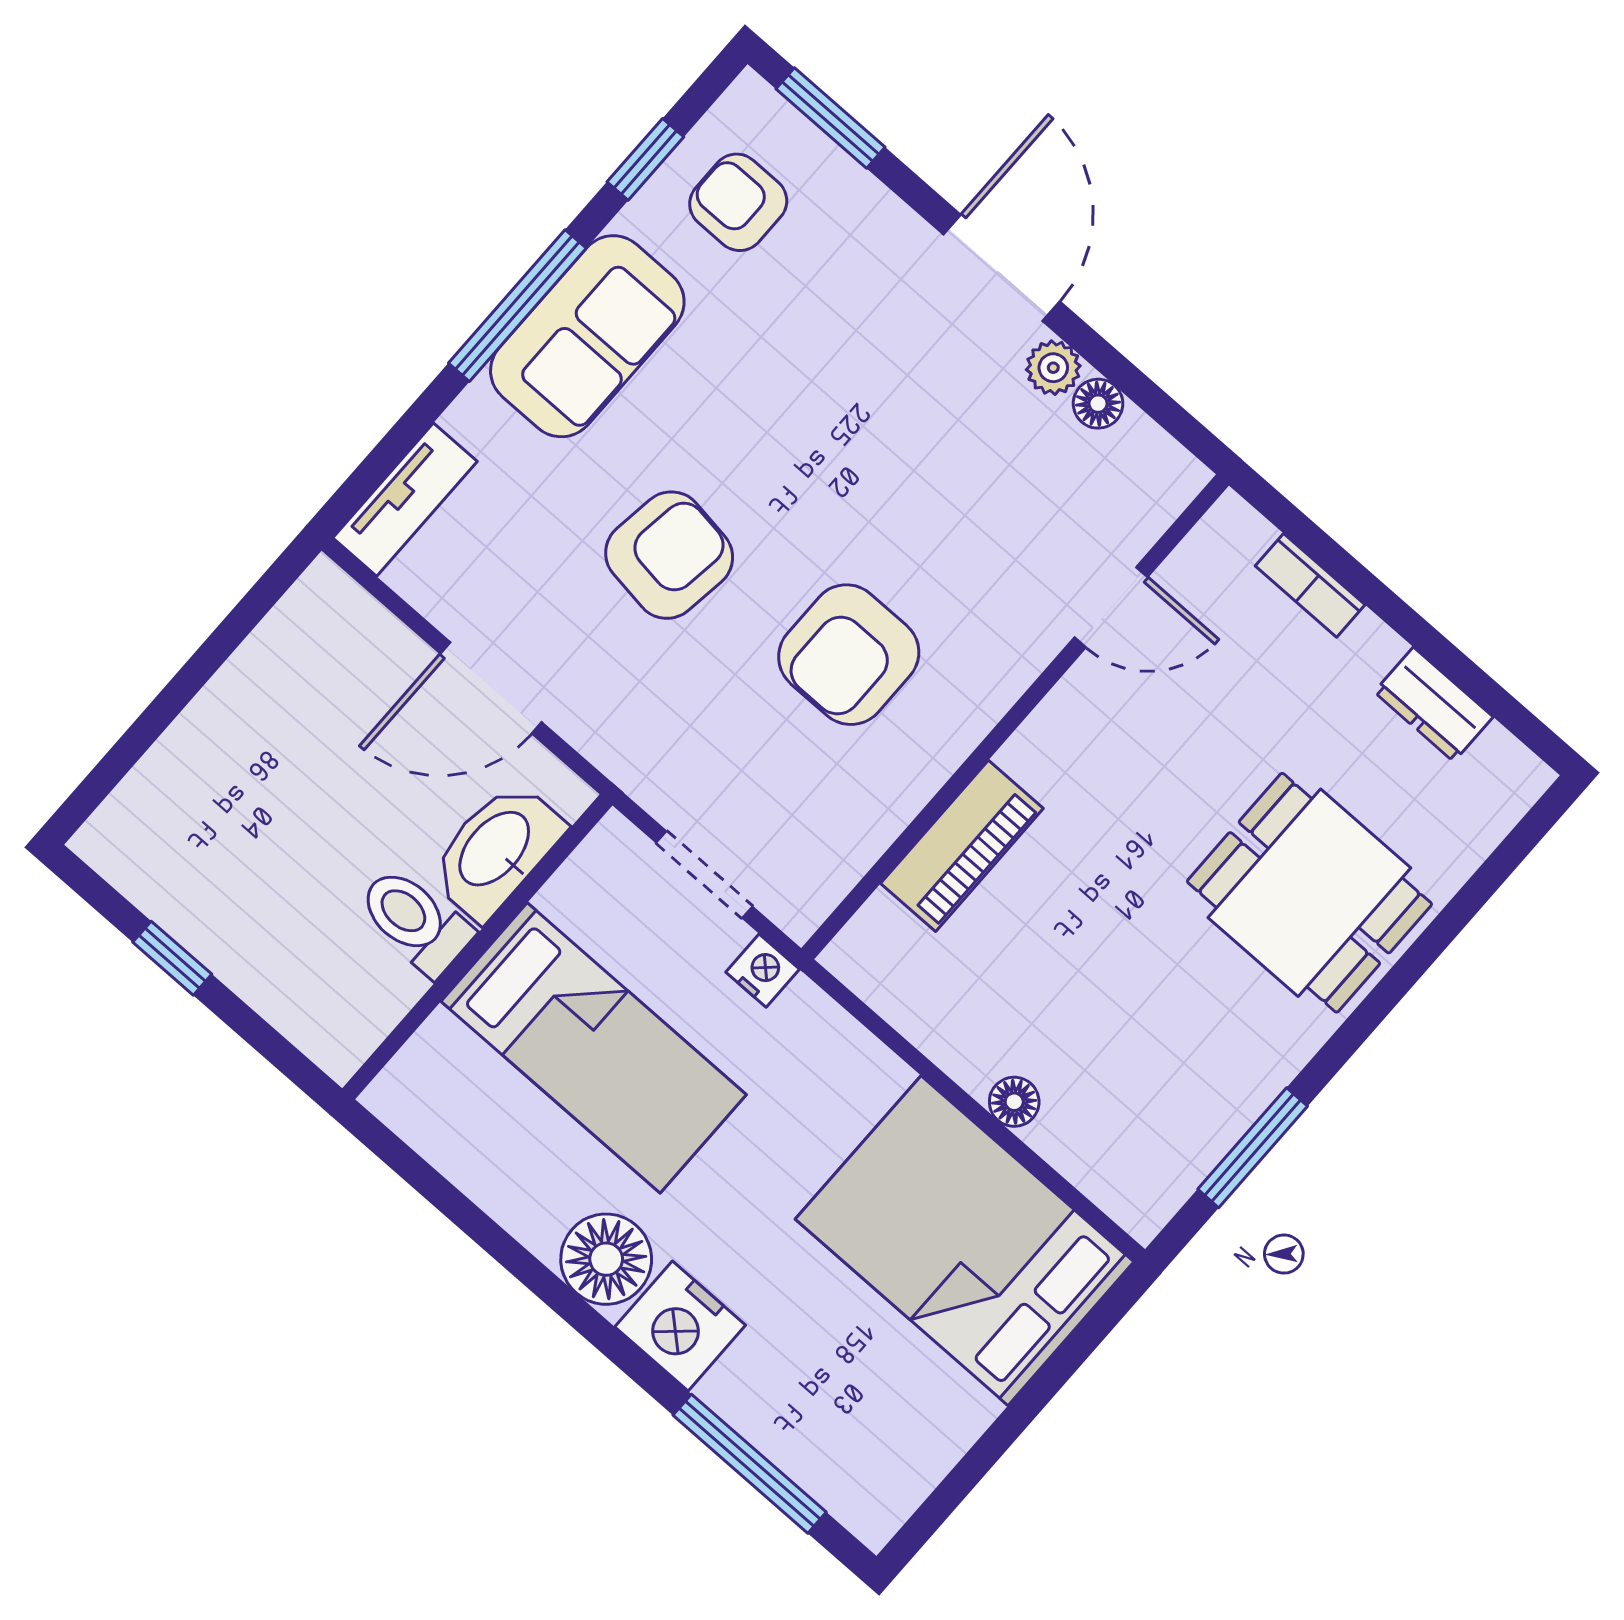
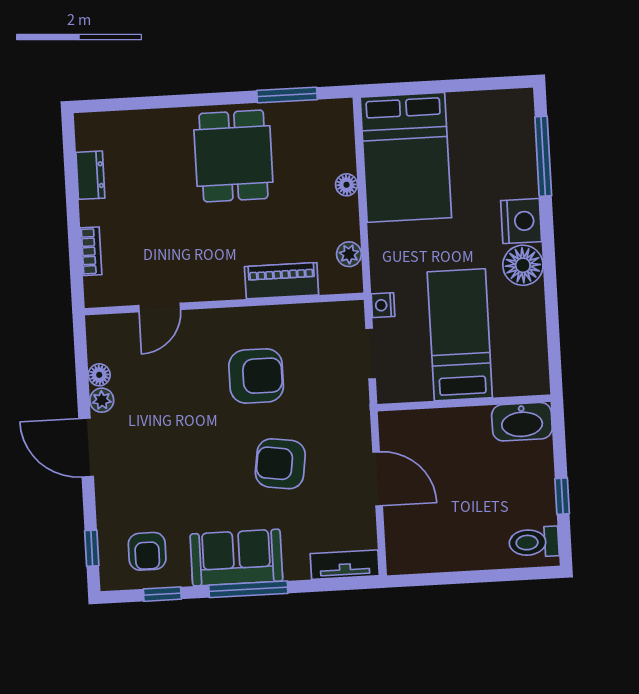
window: (831, 118) -> (92, 548), width x0.67
door: (1002, 268) -> (86, 447), hinge flipped
door: (1111, 607) -> (160, 308), swing flipped
washbasin: (496, 850) -> (522, 422), moved
dining table: (1309, 893) -> (233, 156), moved
toilet: (415, 921) -> (534, 542), moved, turned 90
plant: (898, 996) -> (349, 254), added

